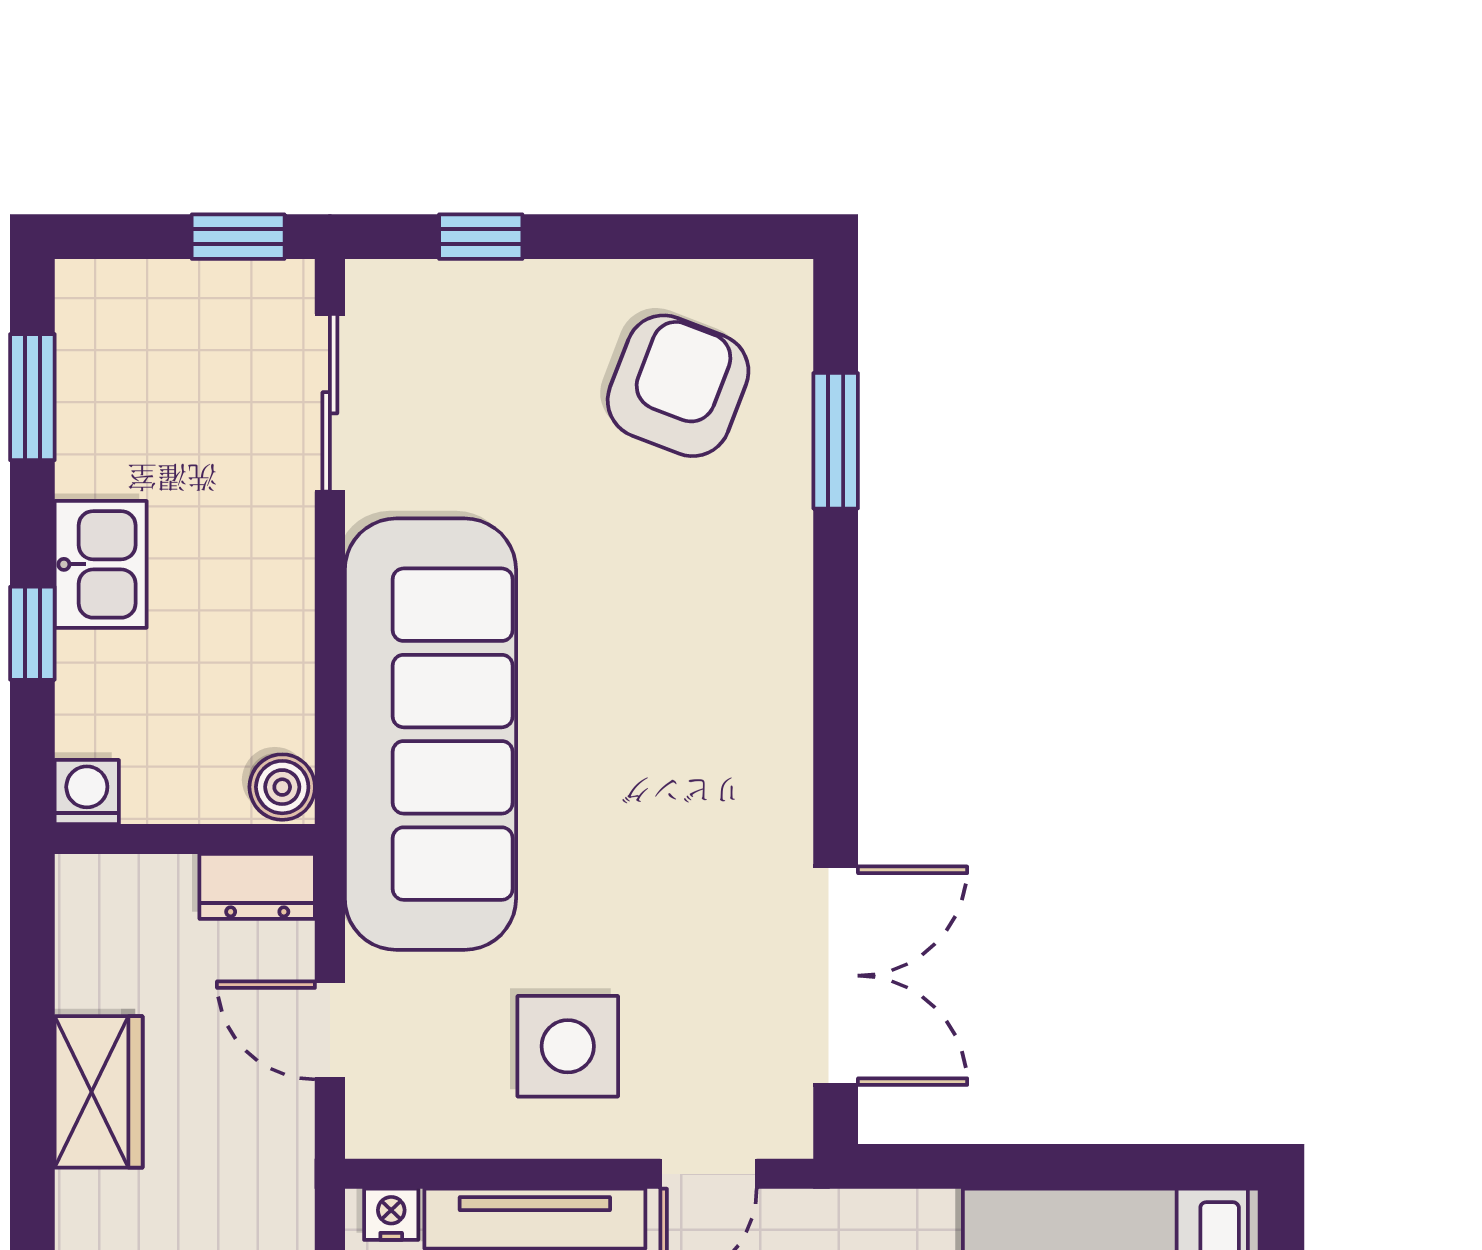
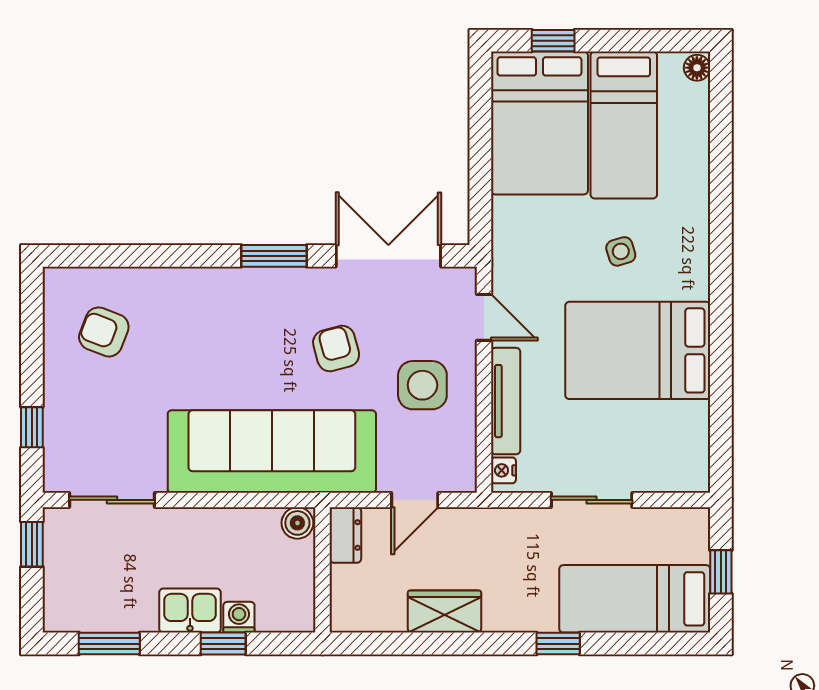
armchair: (678, 386) -> (104, 332), width x0.72, depth x0.72
window: (836, 441) -> (274, 256), moved
washing machine: (87, 792) -> (239, 617), moved, turned 90
armchair: (644, 867) -> (336, 349), added

